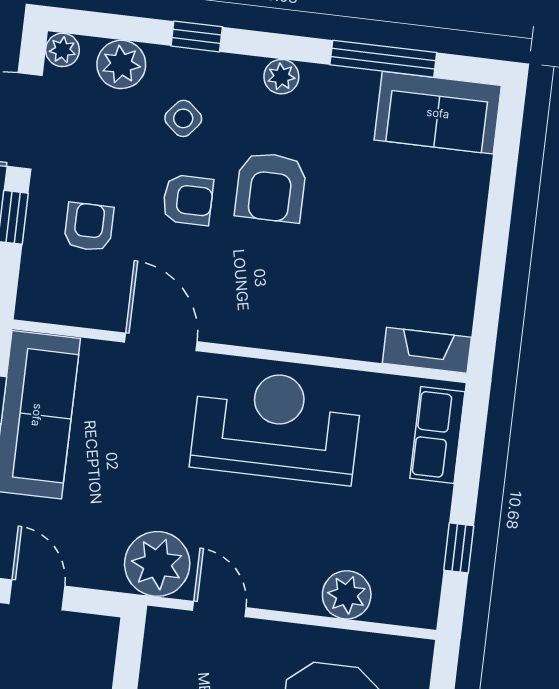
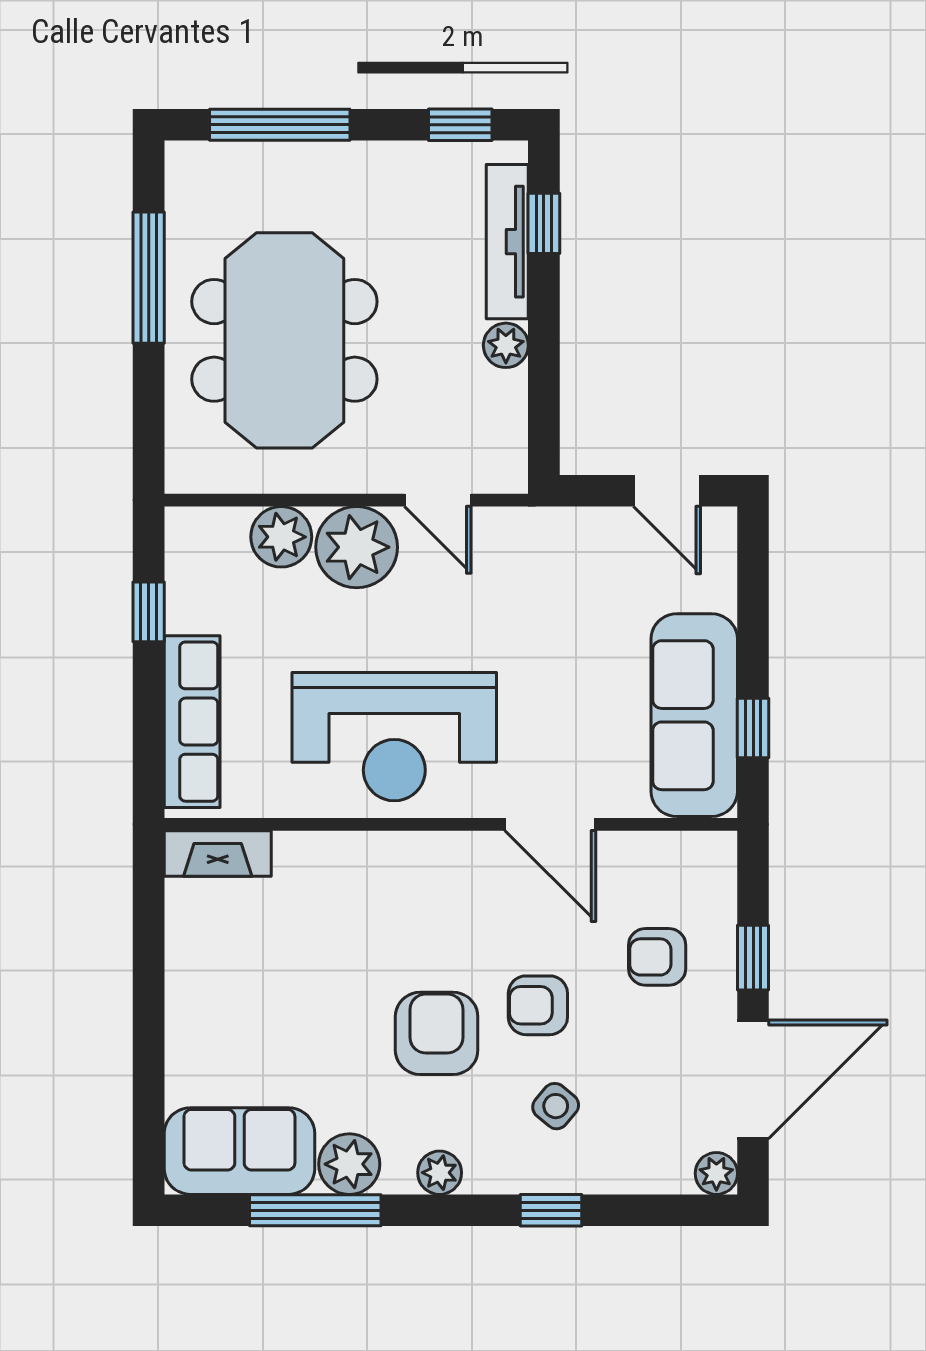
plant: (121, 64) -> (349, 1164), moved
armchair: (89, 227) -> (657, 957), turned 90
row of seats: (437, 435) -> (192, 722), width x1.48
plant: (157, 564) -> (357, 547), moved

